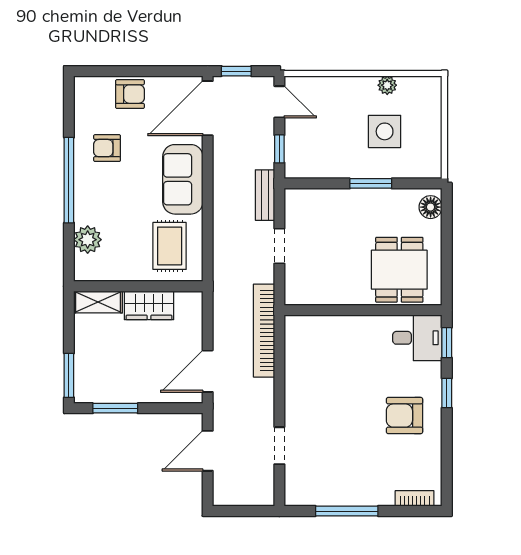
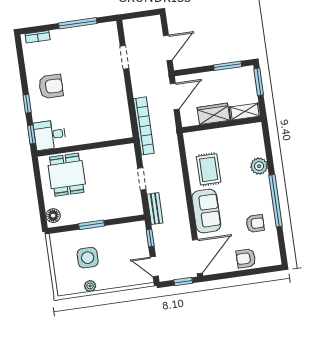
wall: (138, 286) -> (222, 125), moved
shelving: (98, 302) -> (245, 112), moved
wardrobe: (149, 305) -> (214, 114), moved

